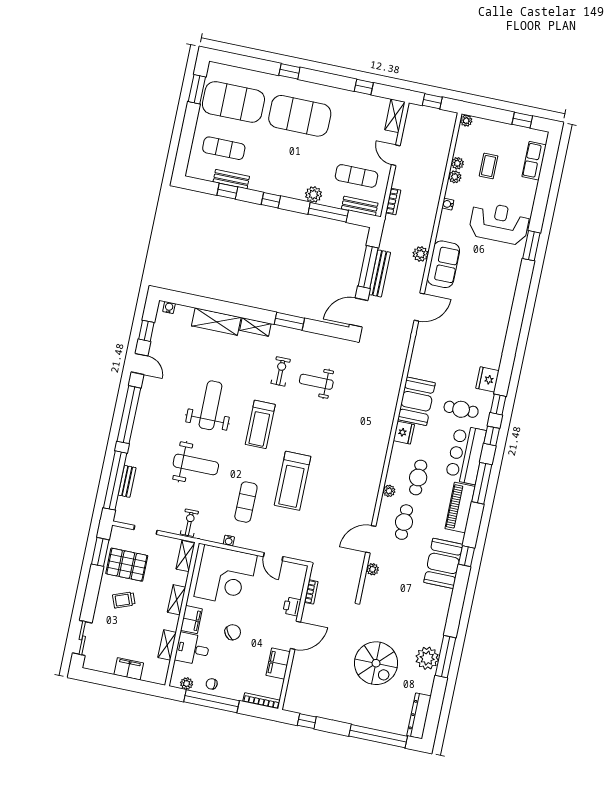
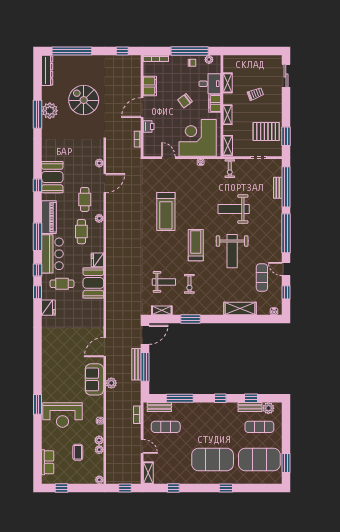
plant: (314, 195) -> (268, 408), moved
shelving: (255, 327) -> (162, 310), moved
treadmill: (293, 481) -> (166, 212), turned 180
exercise mat: (246, 502) -> (262, 278), moved
trolley: (124, 600) -> (255, 94), moved
filing cabinet: (129, 669) -> (250, 61), removed

